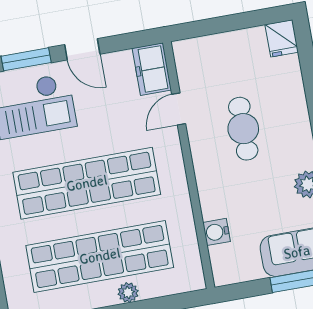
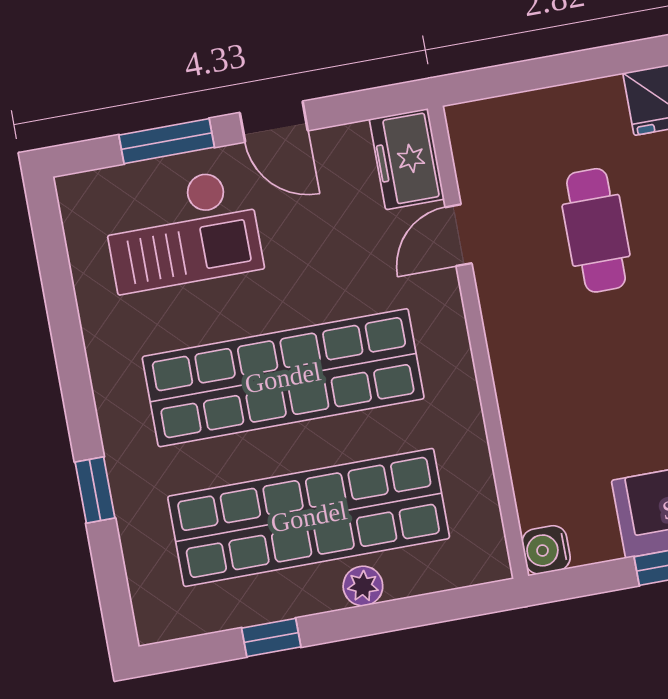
cafe table: (243, 129) -> (596, 230), moved
water cooler: (217, 232) -> (546, 550), moved

